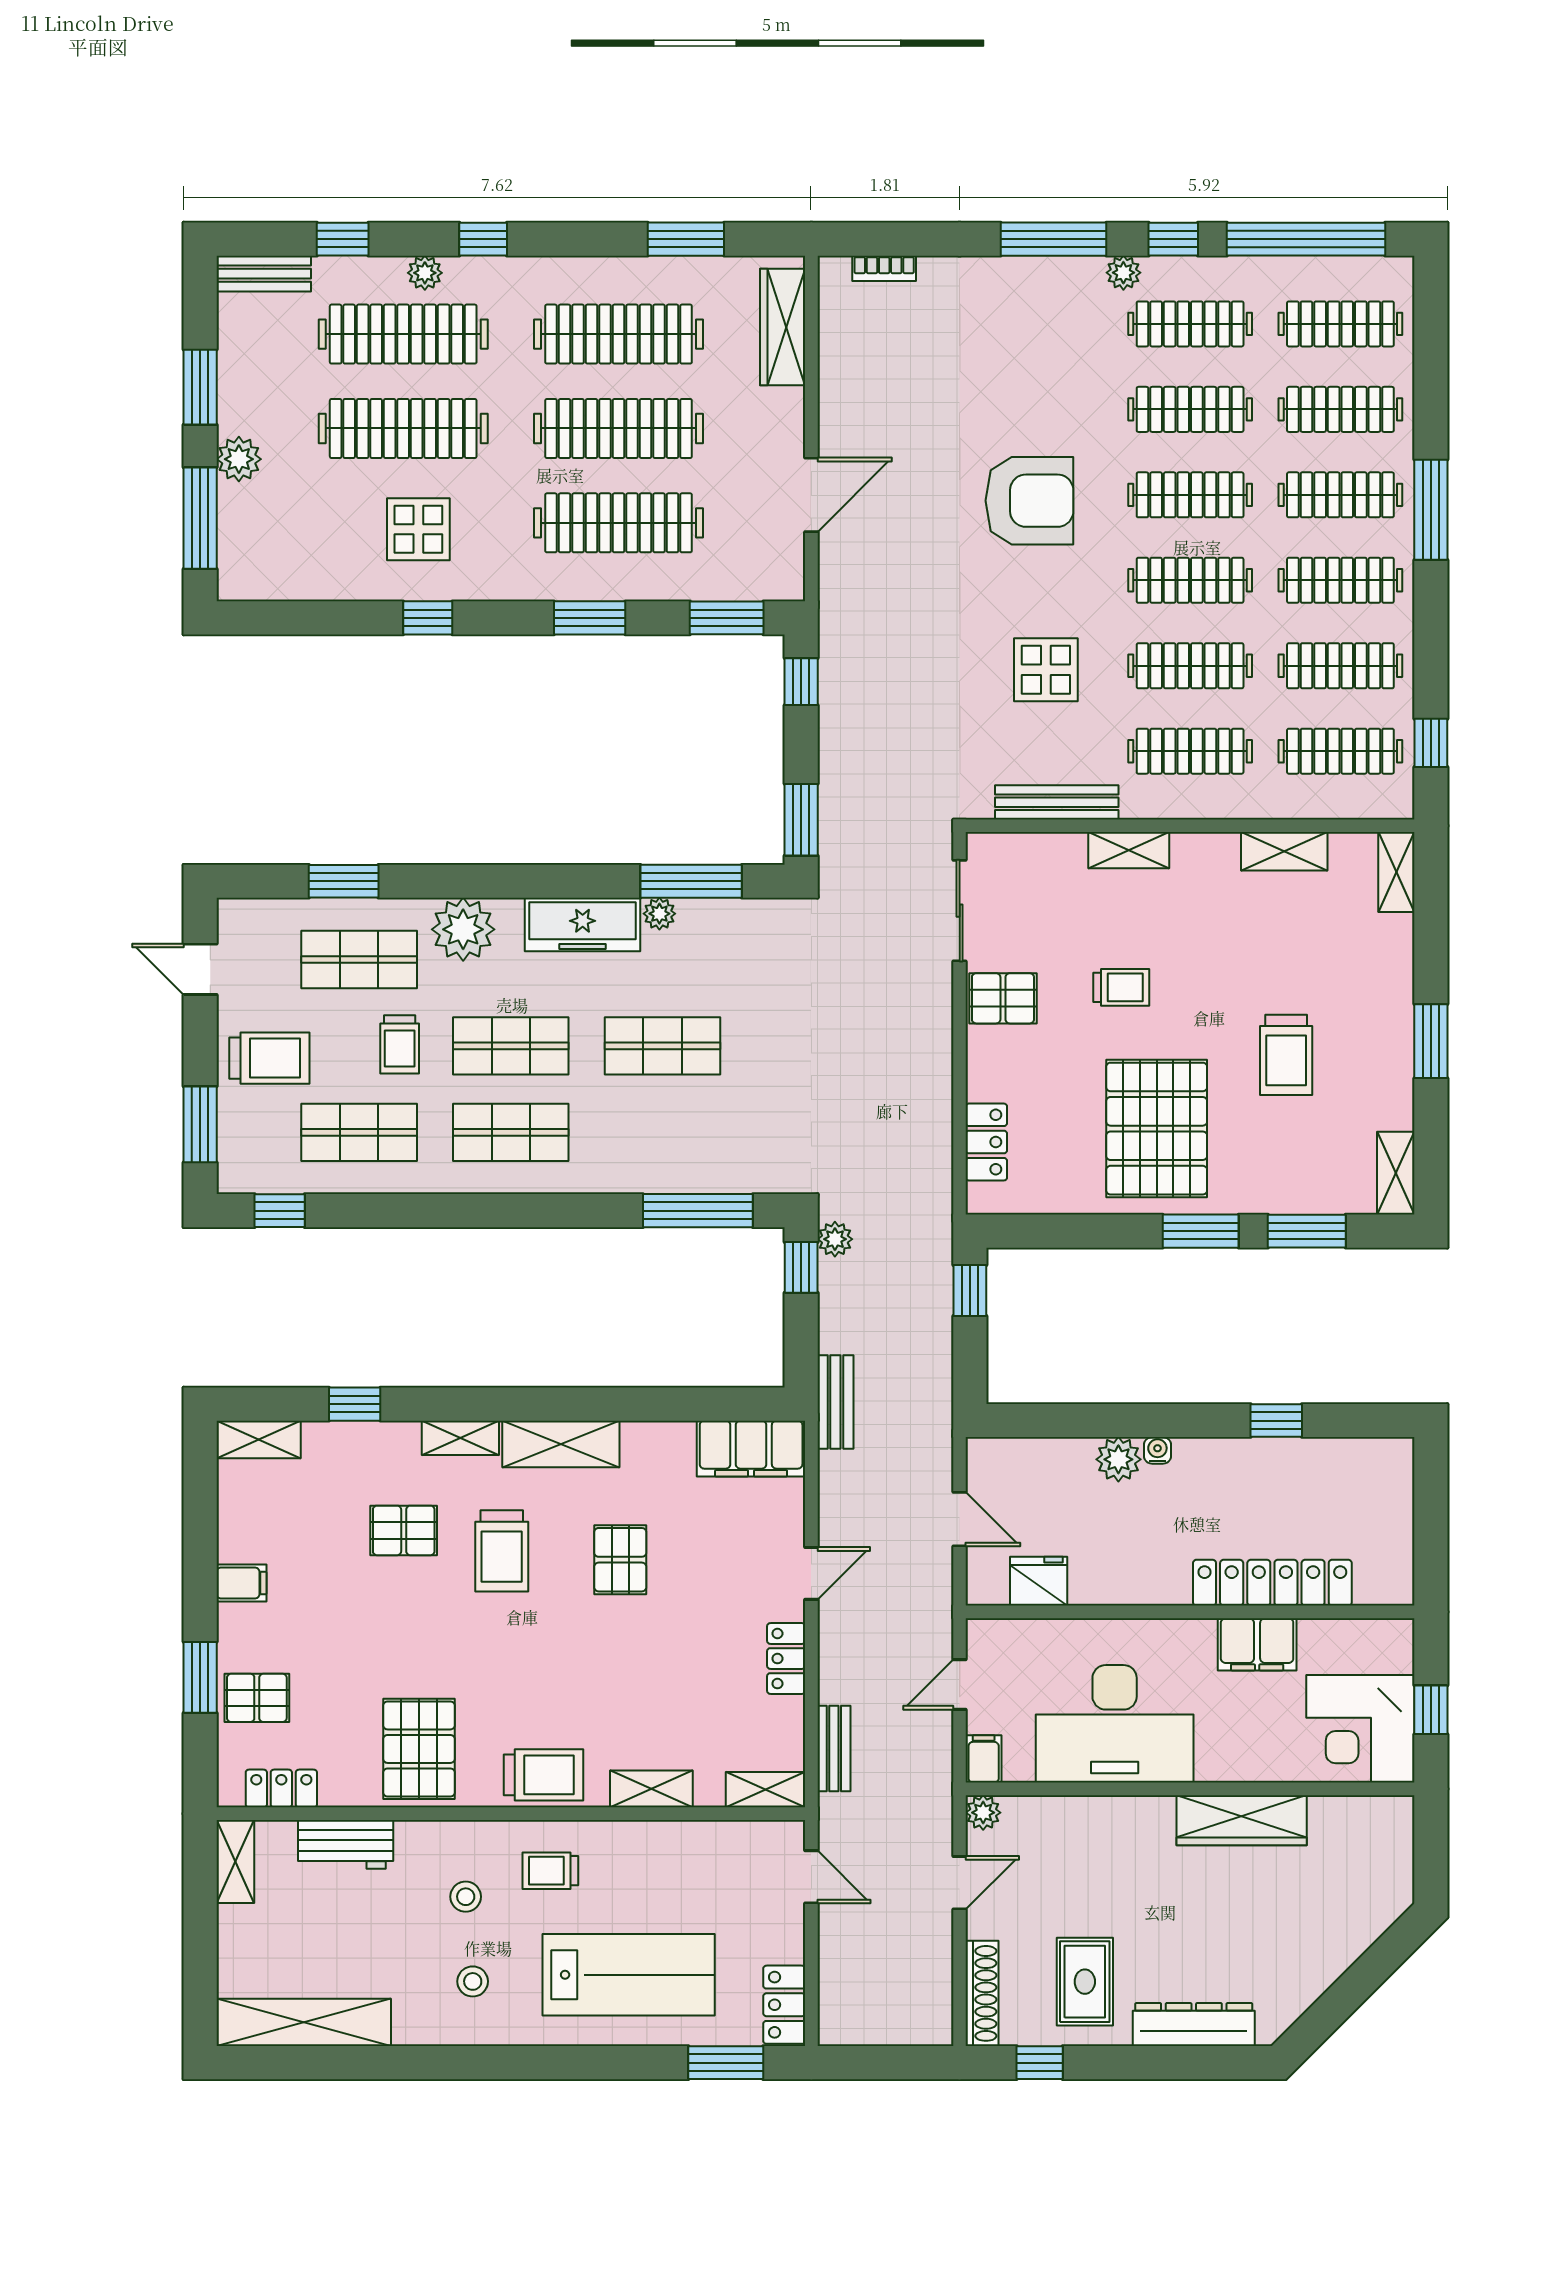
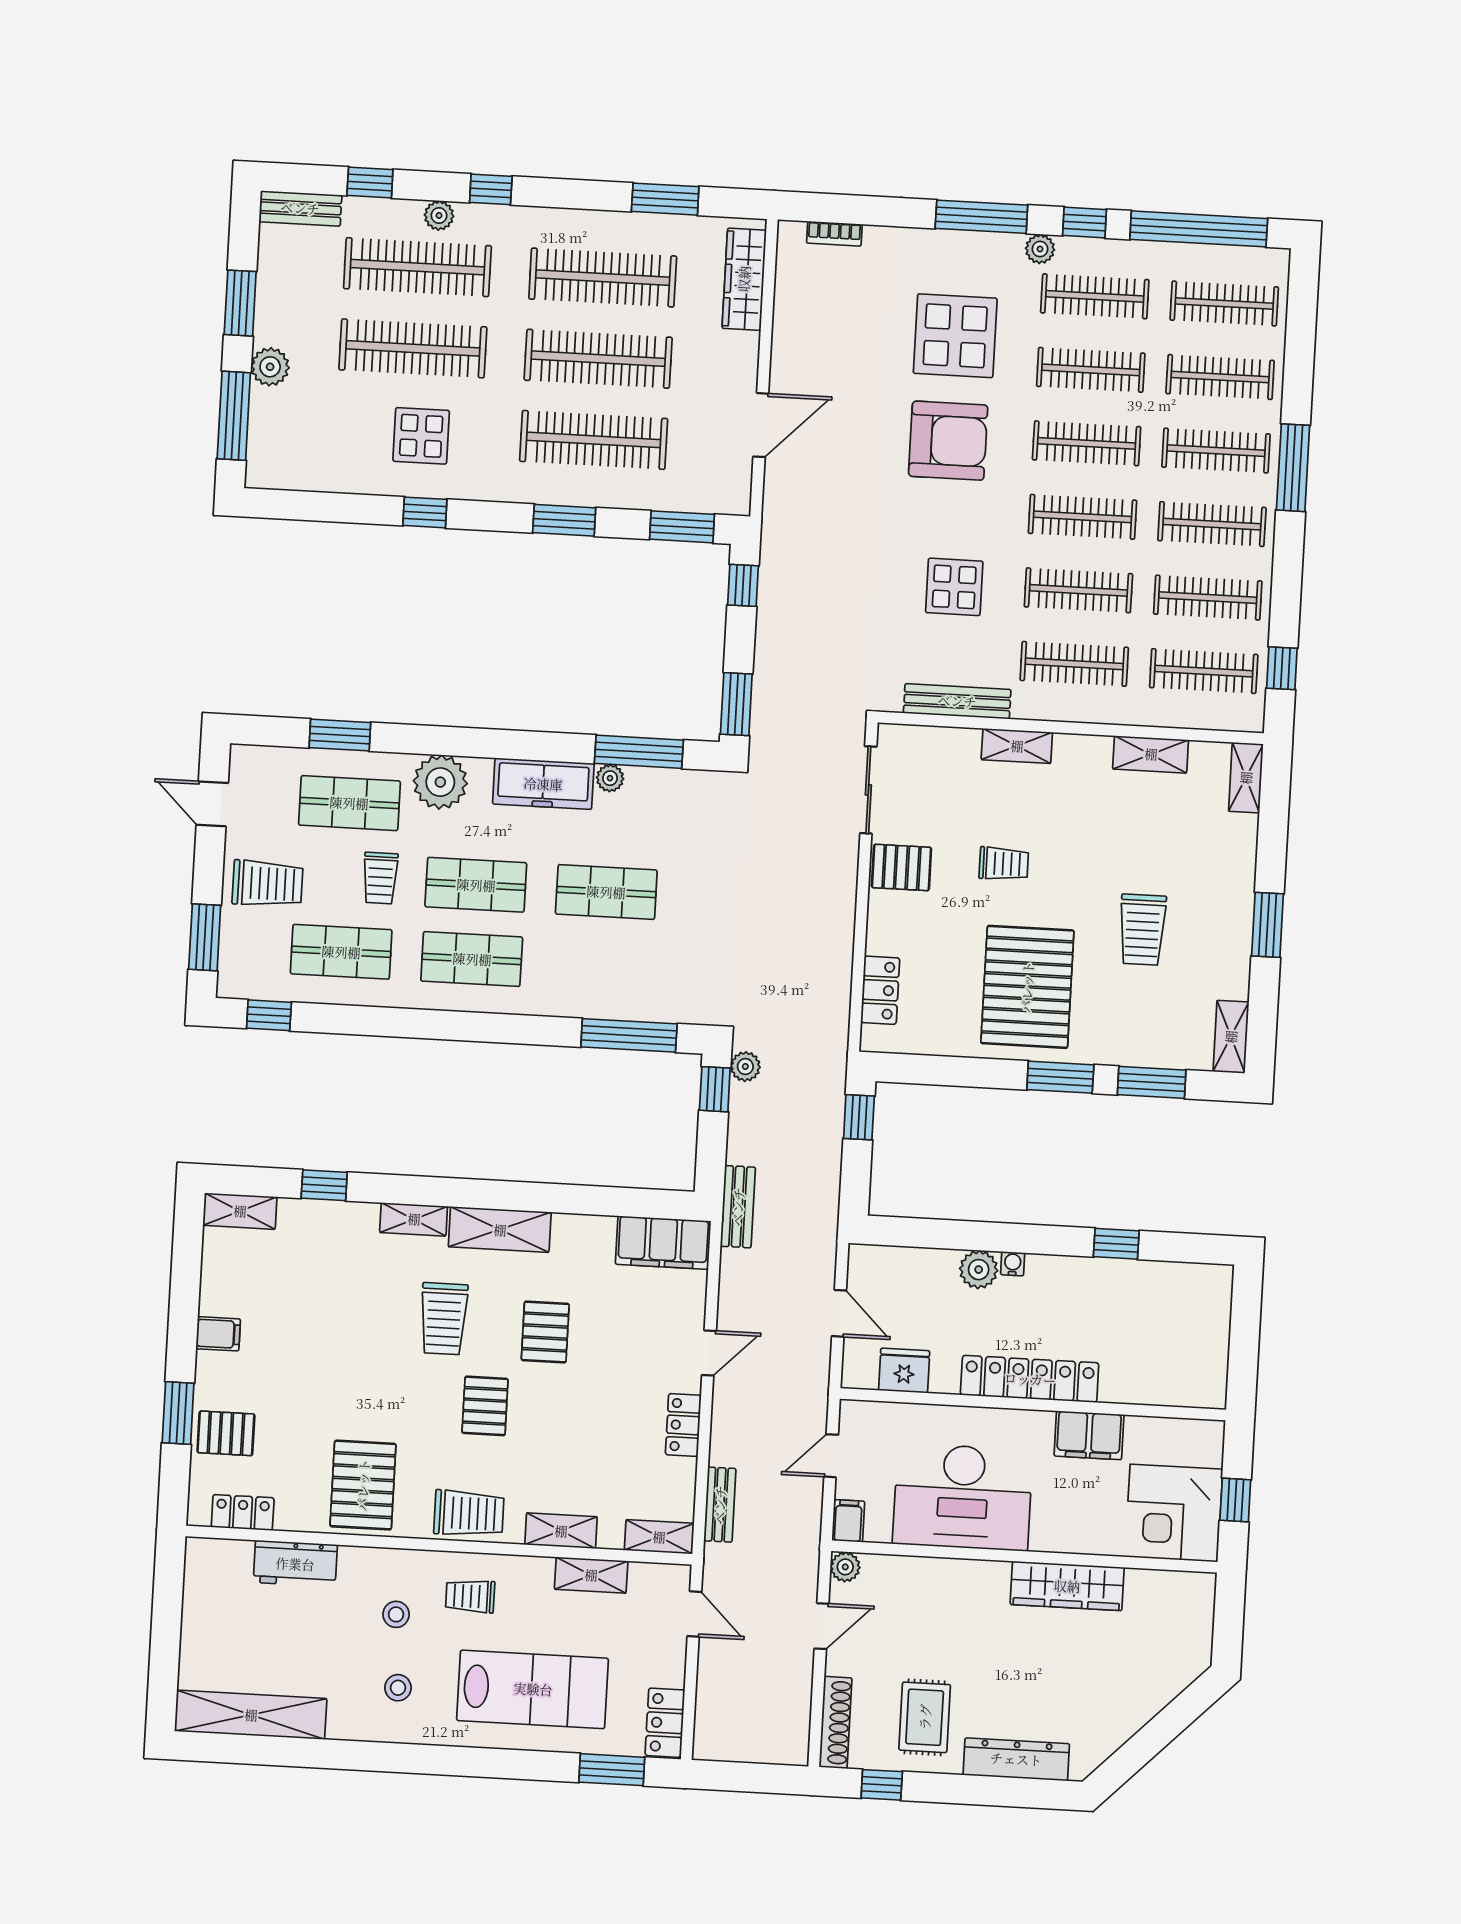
display table: (1031, 379) -> (955, 336), added
pallet: (404, 1530) -> (485, 1406), moved, turned 90
locker: (1272, 1583) -> (1030, 1379), moved
shelving: (235, 1861) -> (591, 1575), moved, turned 90

